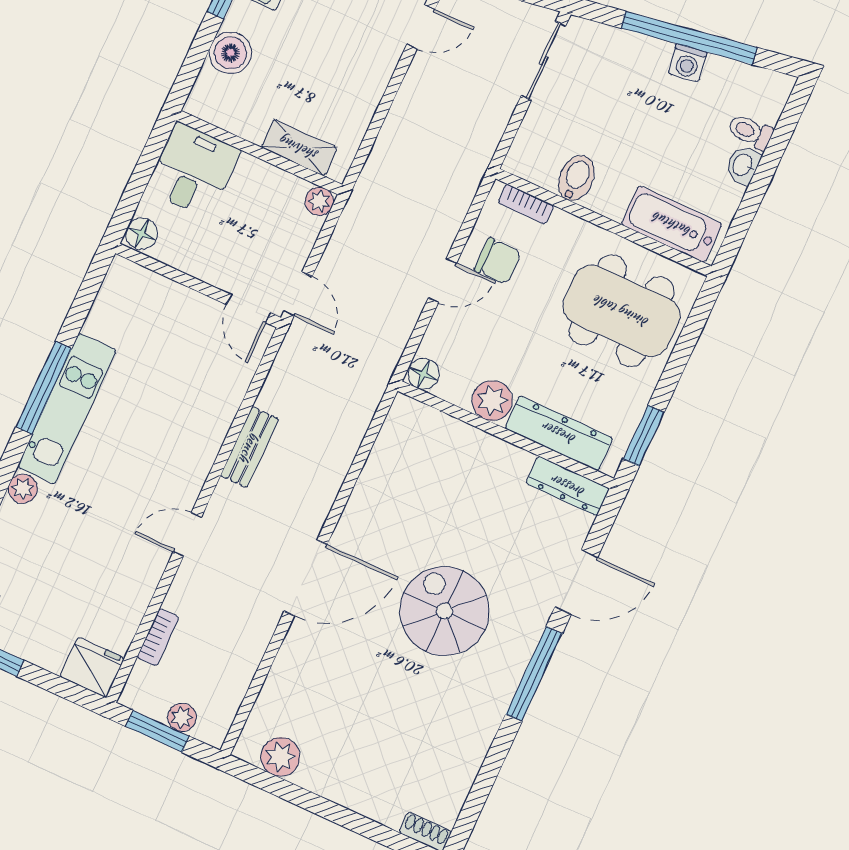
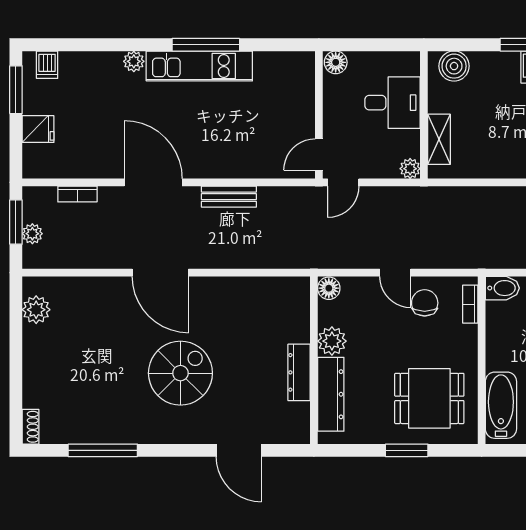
boiler: (230, 53) -> (454, 66), moved
desk: (193, 170) -> (393, 103), moved
bidet: (576, 178) -> (502, 288), moved
chair: (498, 261) -> (425, 303), turned 180
dining table: (621, 311) -> (429, 398), width x0.73
window: (644, 436) -> (407, 450), moved
dresser: (568, 486) -> (299, 372), moved
door: (187, 534) -> (153, 182), width x1.88
fridge: (92, 667) -> (38, 129), moved, width x0.72
window: (534, 674) -> (103, 450), moved

